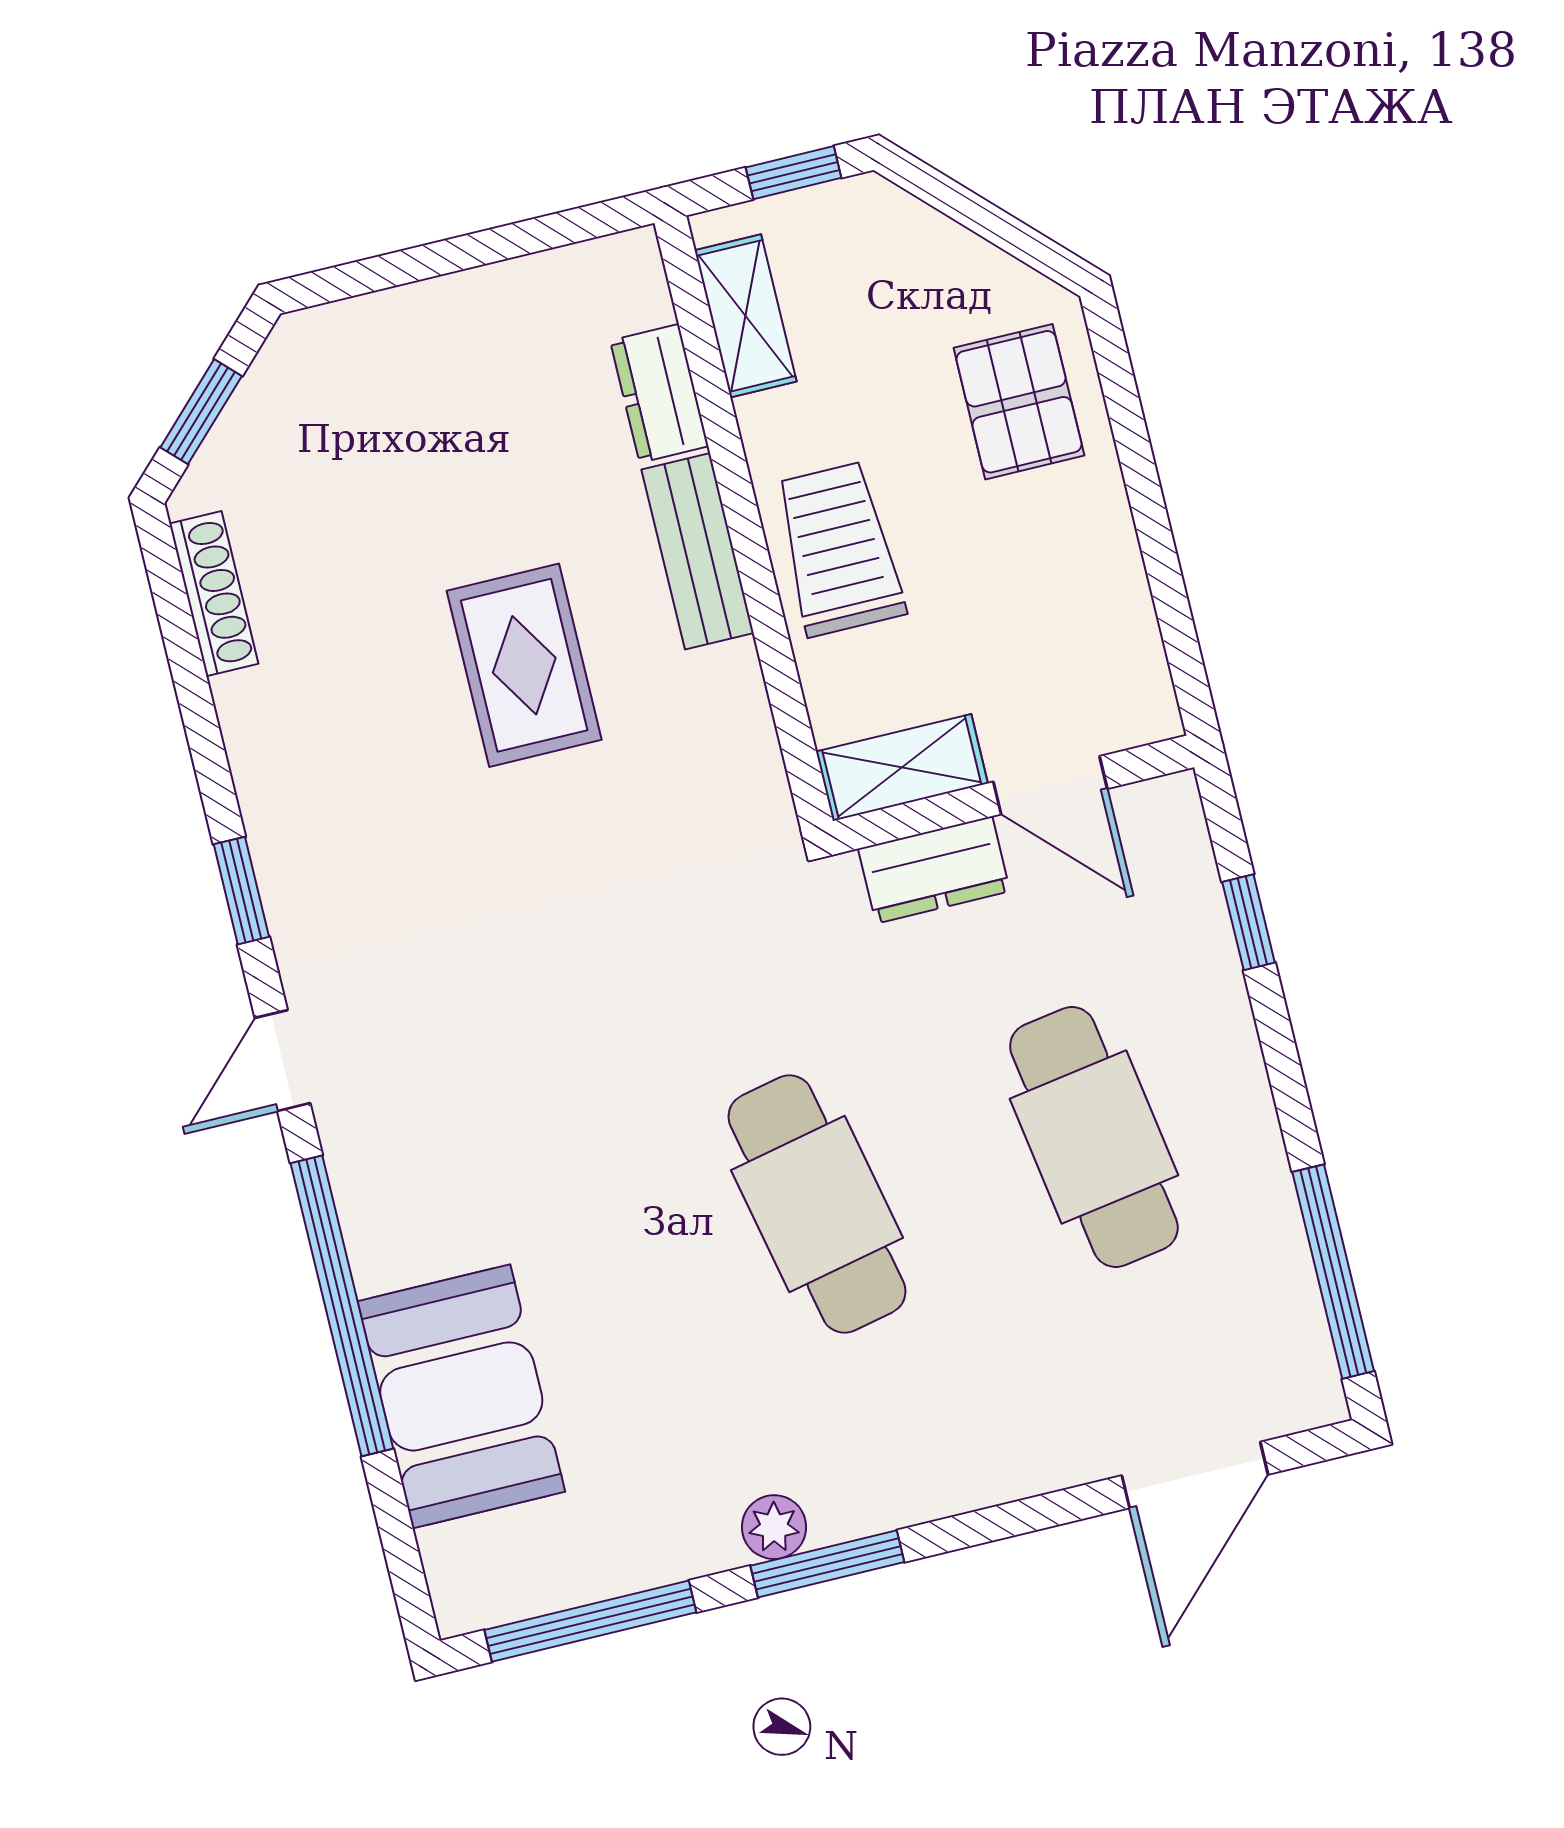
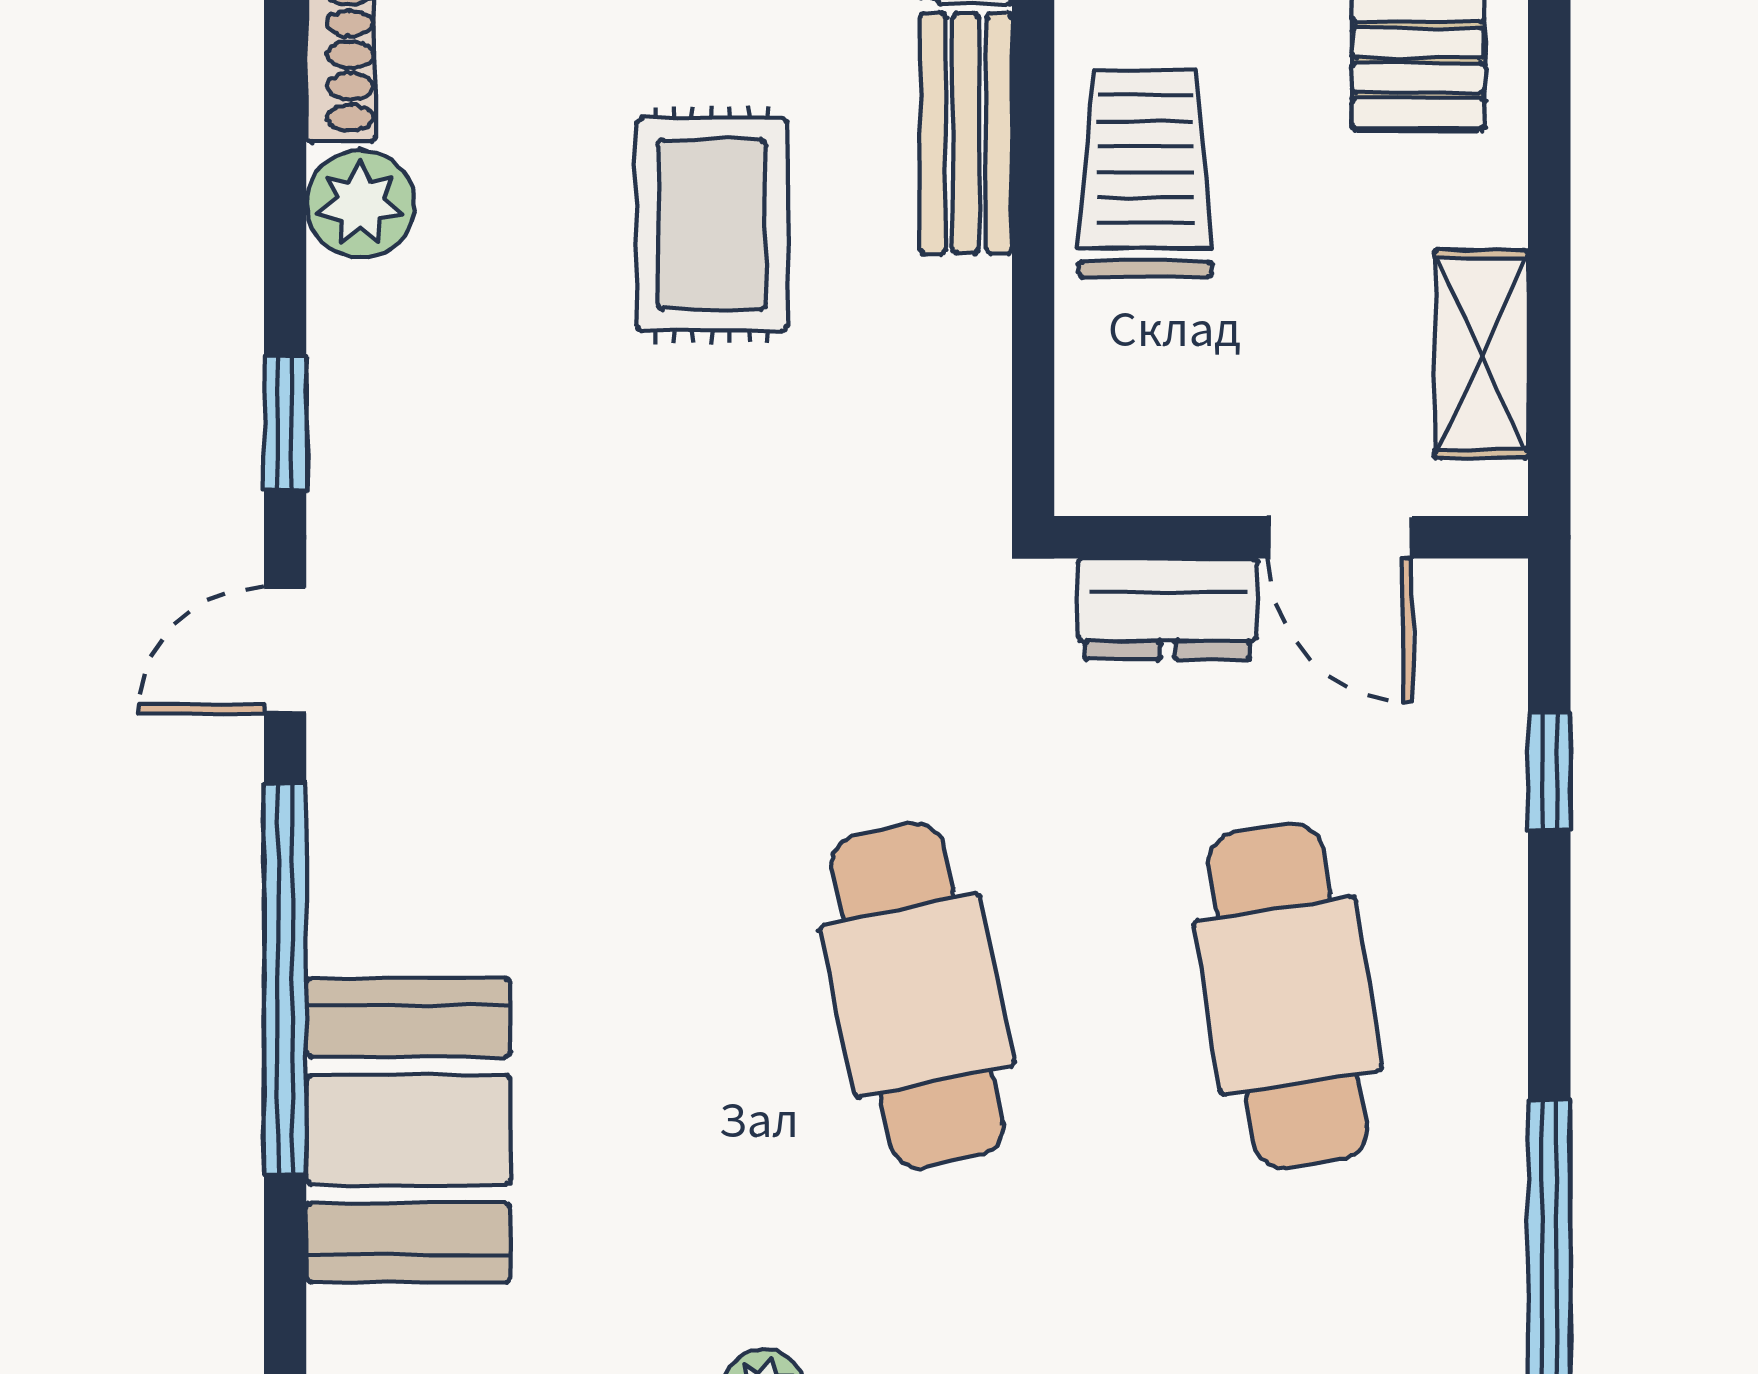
plant: (258, 713) -> (360, 204), added
shelving: (902, 768) -> (1481, 354), moved, turned 90

